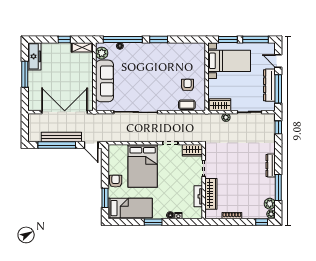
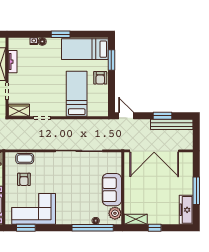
window: (159, 39) -> (26, 228), moved
corner sofa: (179, 57) -> (34, 209), added
sofa: (105, 81) -> (112, 190), width x0.73
bench: (61, 137) -> (172, 124), moved
window: (57, 145) -> (162, 116), width x0.47
bed: (143, 166) -> (77, 94), width x0.67

